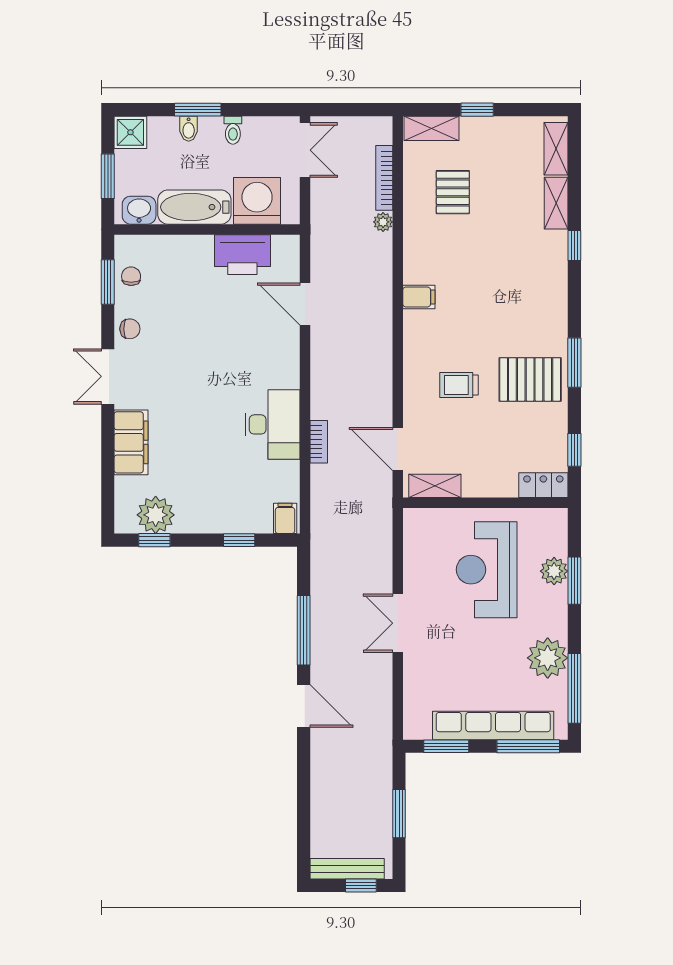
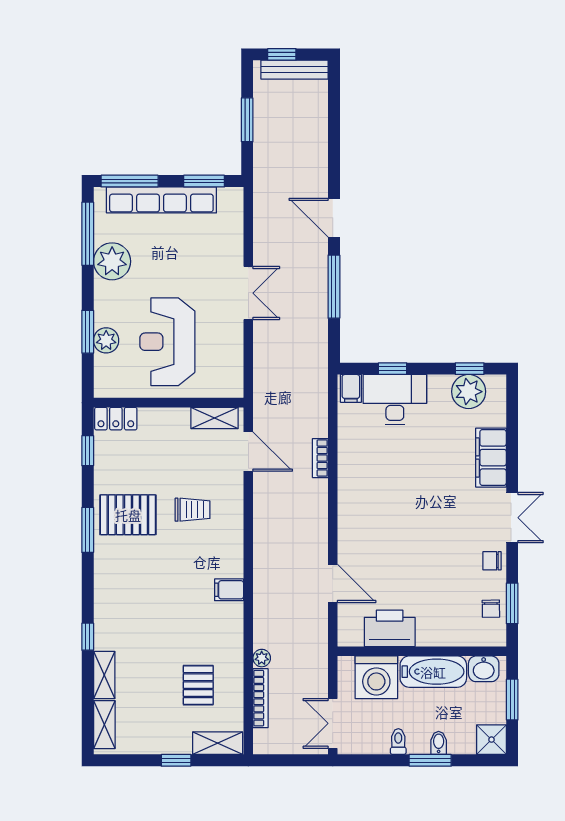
desk: (272, 424) -> (395, 399), moved, turned 90
reception desk: (487, 570) -> (167, 342), turned 180

